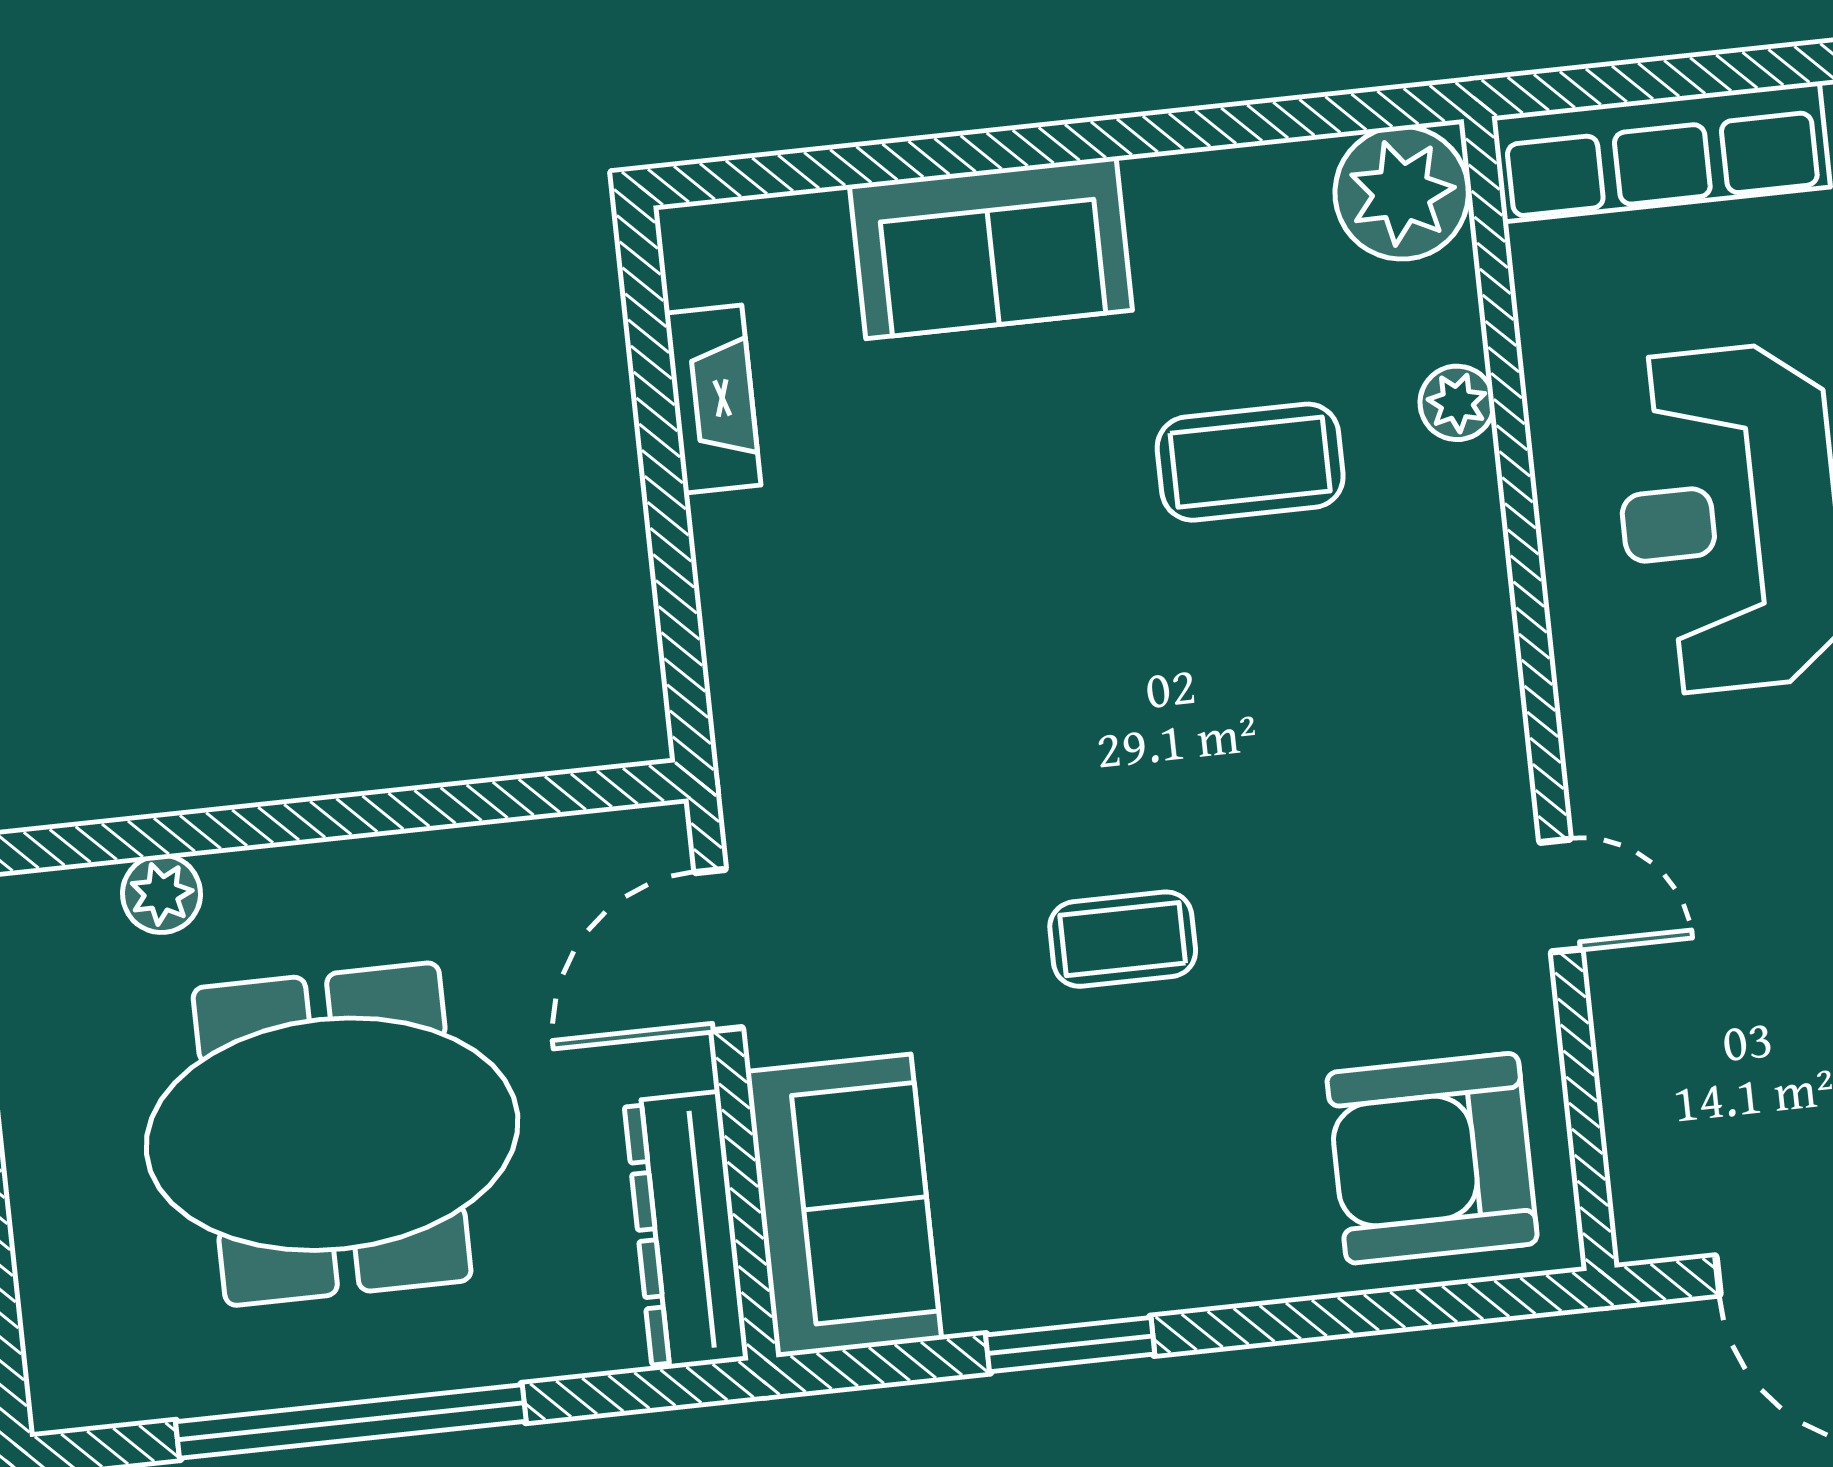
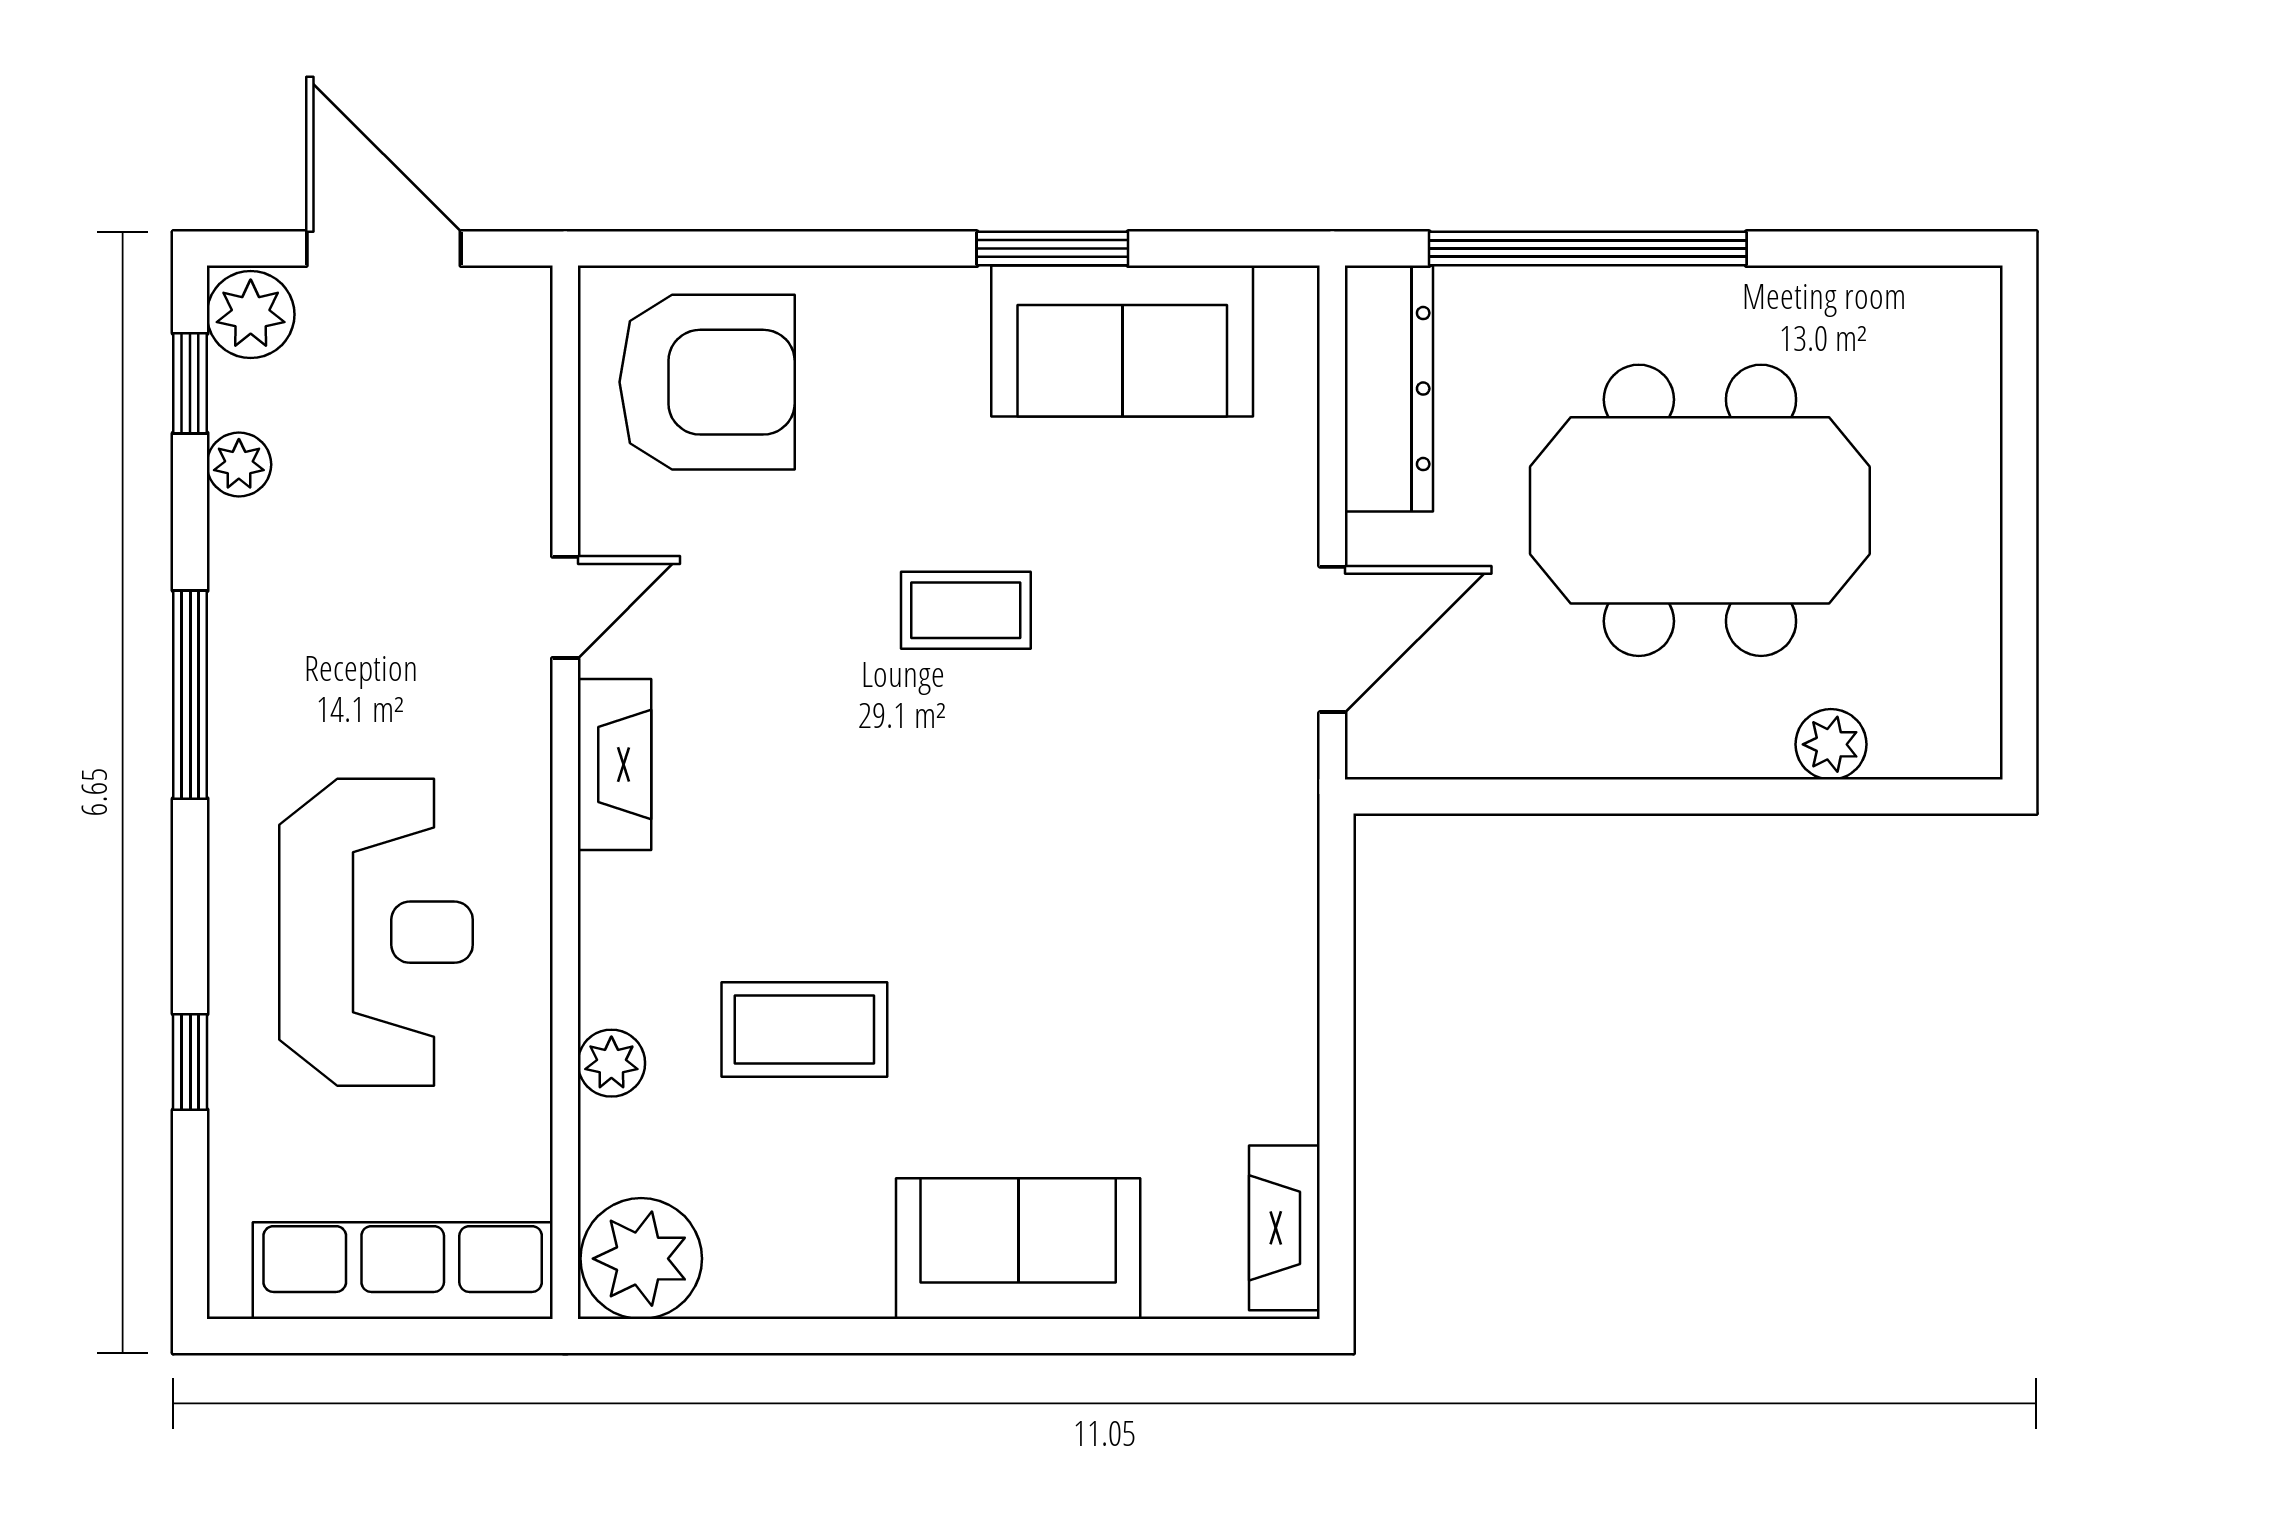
fireplace: (713, 399) -> (1284, 1228), moved
fireplace: (1489, 730) -> (614, 765), added
door: (1561, 896) -> (565, 607), swing flipped
sofa: (844, 1206) -> (1122, 341), moved, turned -90
window: (351, 1421) -> (1588, 249), moved

